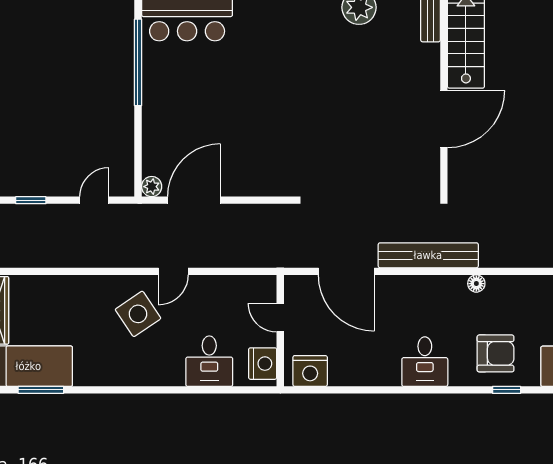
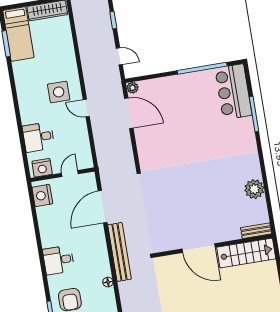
side table: (138, 314) -> (59, 92), turned 34

